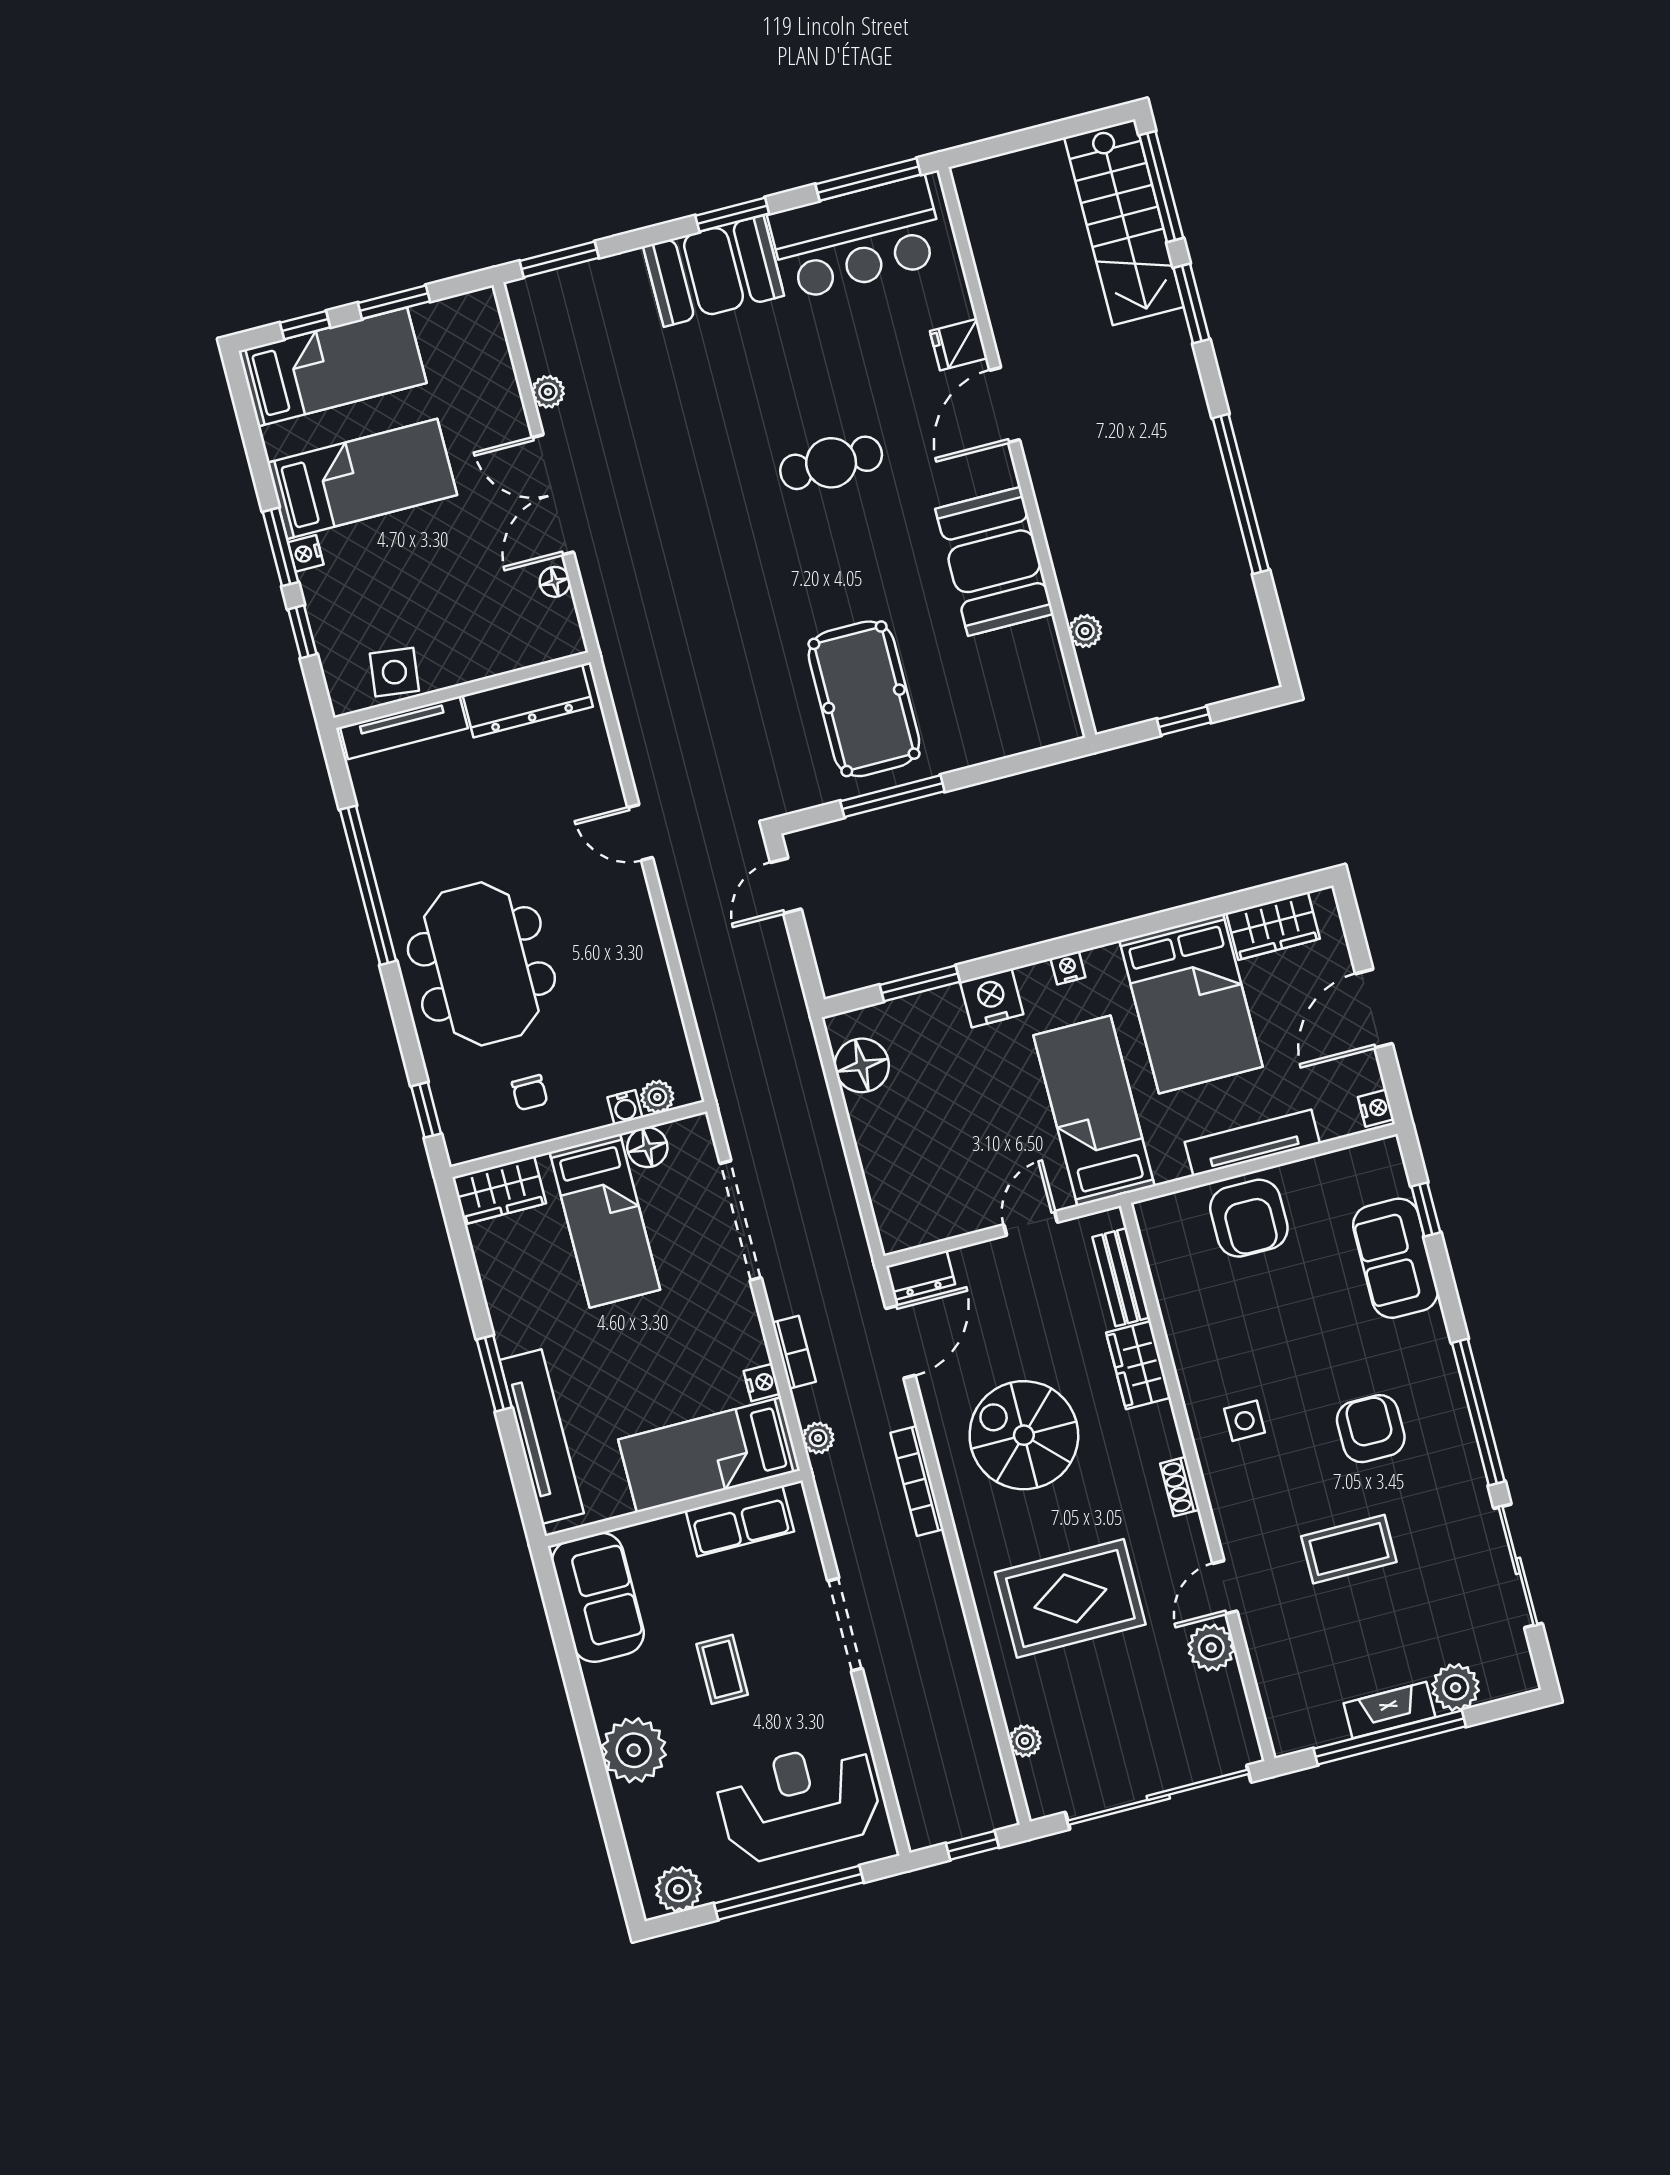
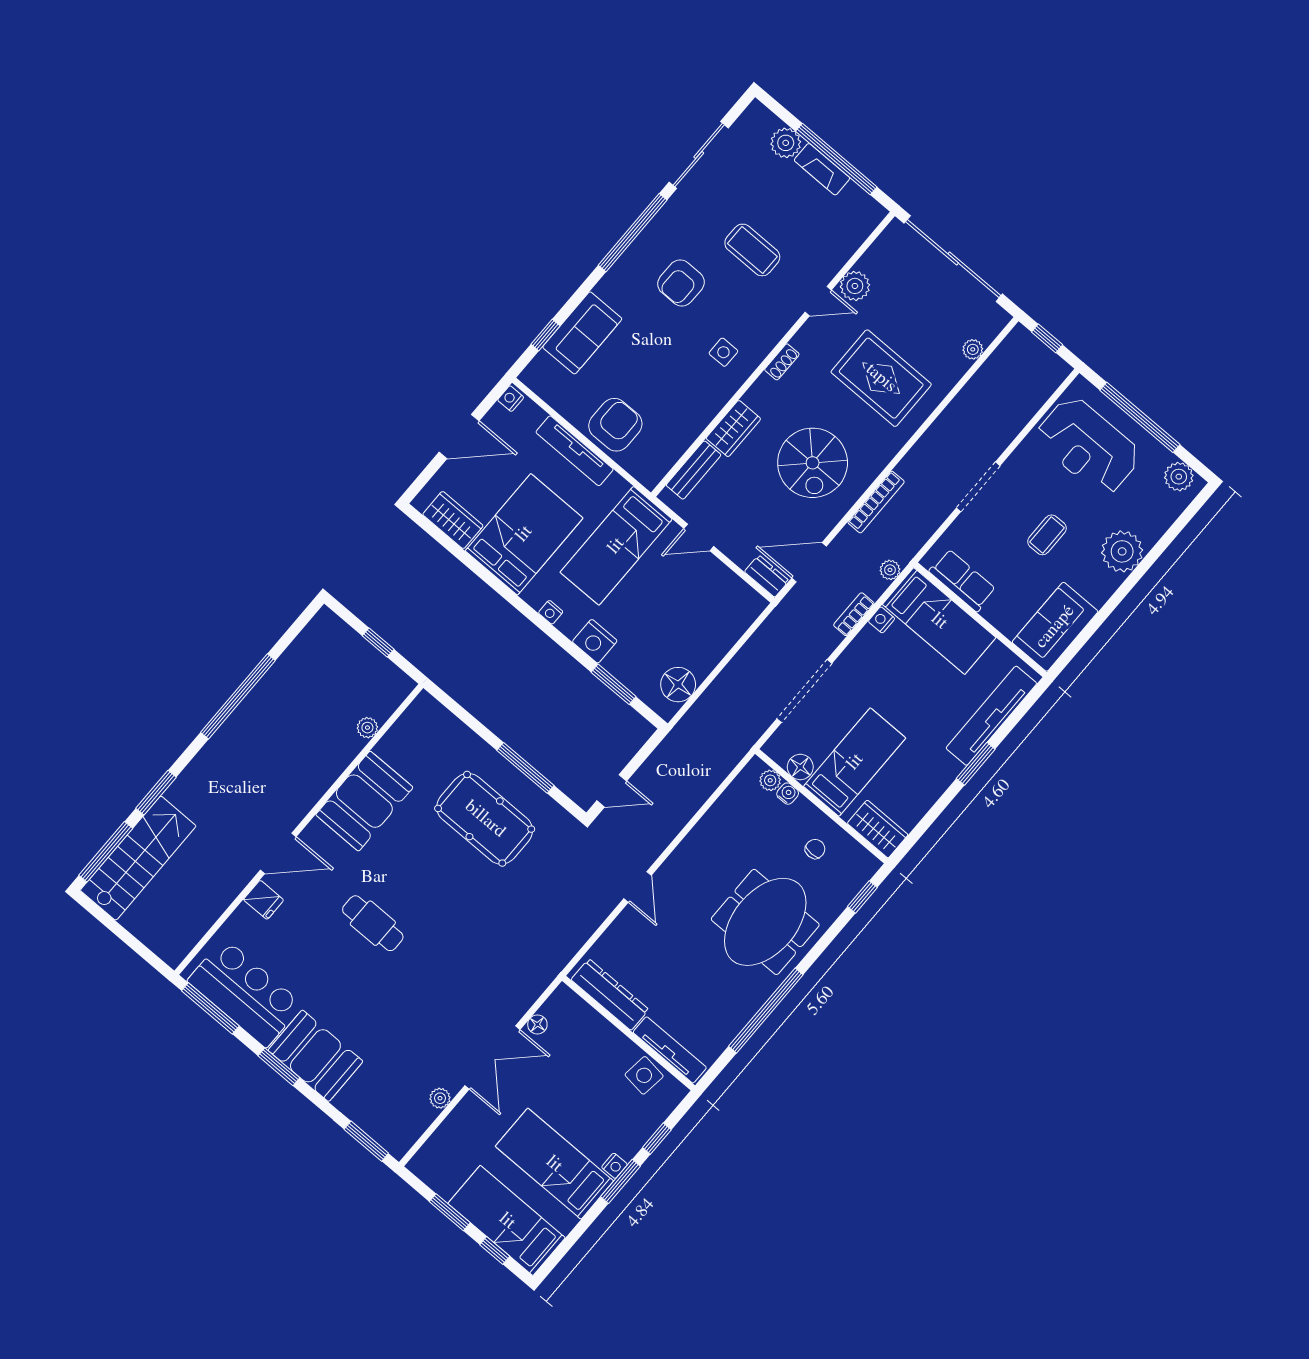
pool table: (864, 699) -> (485, 819), turned 90

